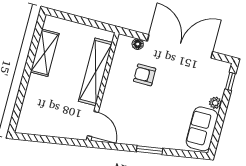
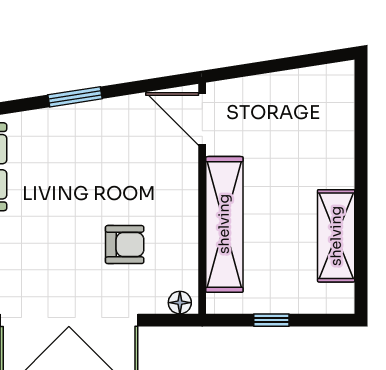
window: (85, 21) -> (271, 320), added
floor lamp: (138, 44) -> (180, 303), moved

